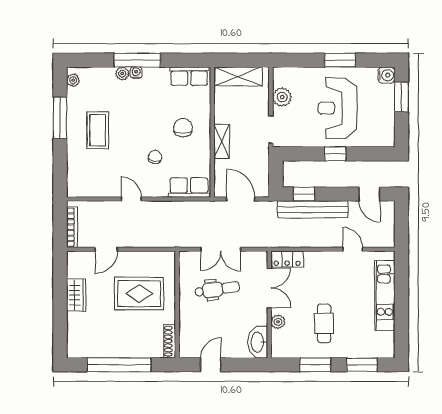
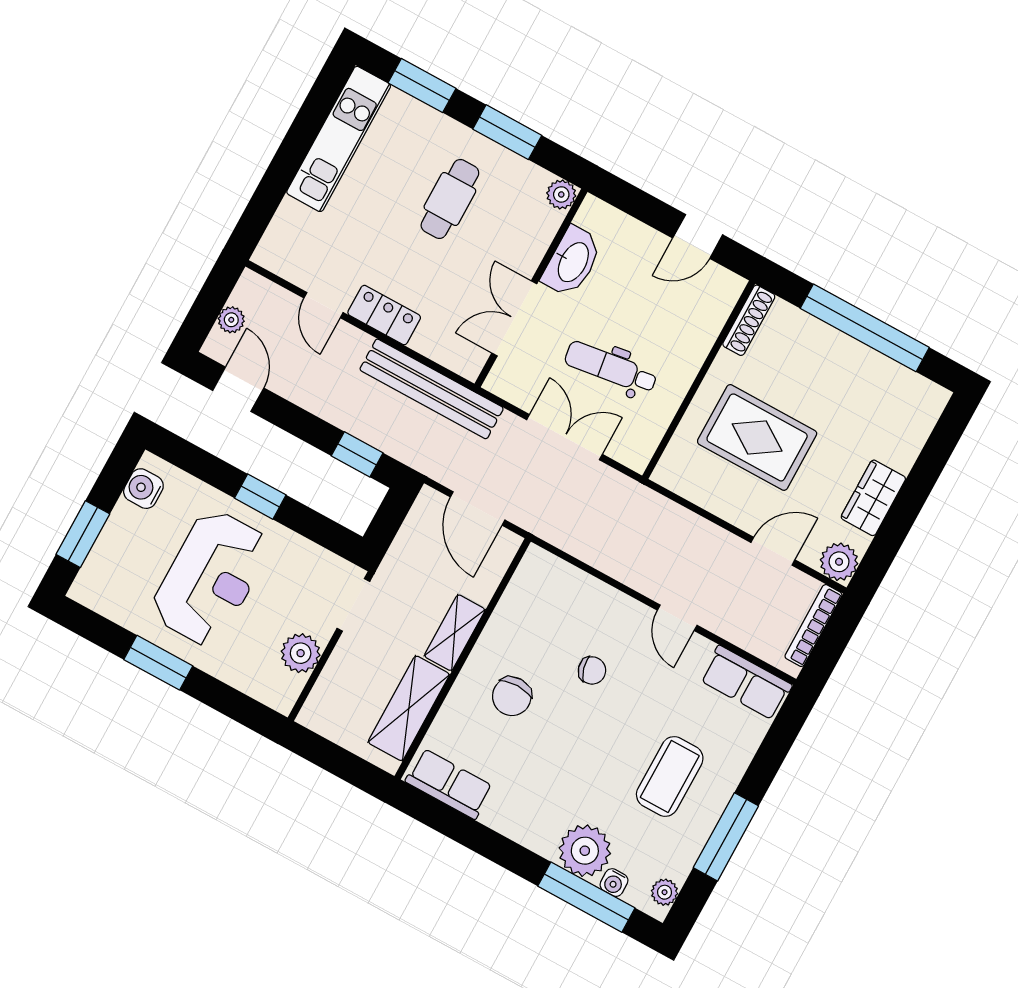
window: (137, 60) -> (586, 897), moved
water cooler: (136, 73) -> (614, 883), moved
plant: (122, 74) -> (585, 851), width x1.87, depth x1.87
water cooler: (386, 75) -> (143, 489), moved
shelving: (238, 76) -> (409, 708), moved, turned 90
chair: (155, 157) -> (592, 670), turned -117
row of seats: (189, 188) -> (746, 683), moved
bench: (313, 209) -> (432, 389), moved
plant: (388, 222) -> (231, 320), added
locker: (287, 259) -> (384, 315), moved
plant: (76, 260) -> (839, 562), added
kitchen unit: (385, 296) -> (339, 139), moved
plant: (278, 322) -> (561, 194), moved
washbasin: (258, 342) -> (572, 262), moved

